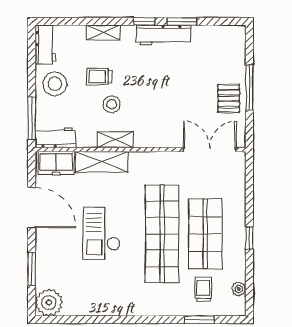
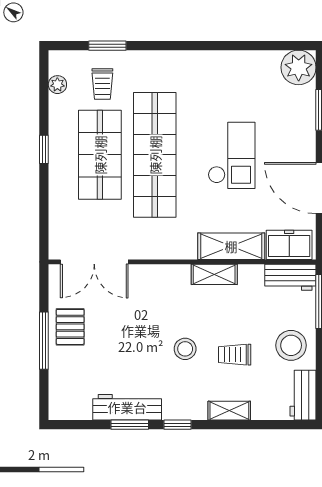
workbench: (163, 35) -> (127, 407), moved
trolley: (99, 77) -> (235, 355), turned 180
stool: (112, 104) -> (185, 349), moved

